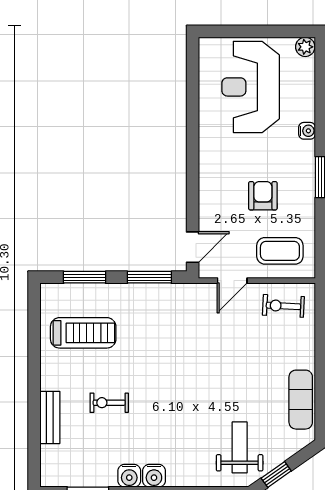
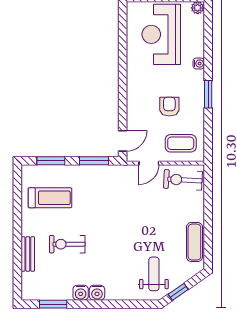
exercise bike: (283, 306) -> (183, 180), width x1.38, depth x1.39
exercise bike: (109, 403) -> (67, 244), width x1.38, depth x1.39

